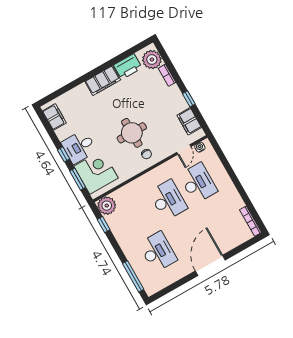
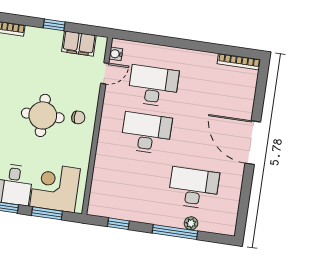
door: (184, 150) -> (105, 73), hinge flipped
plant: (107, 206) -> (191, 223), moved, width x0.53, depth x0.53
window: (133, 276) -> (175, 232), moved

